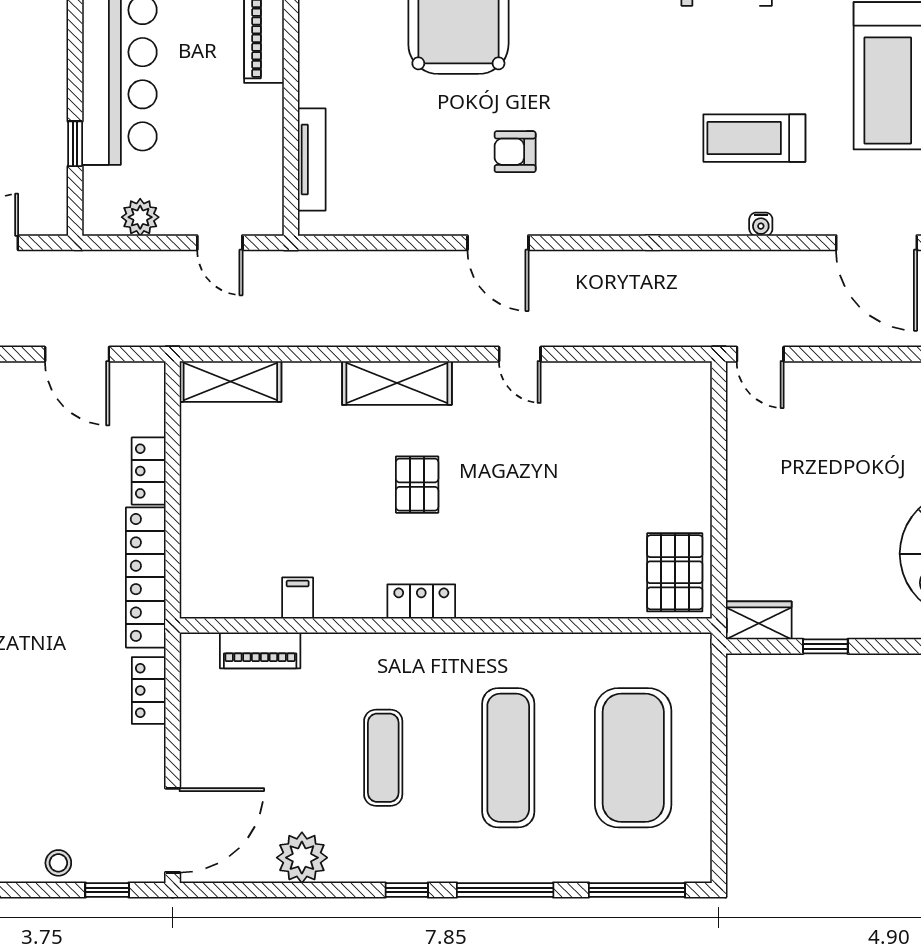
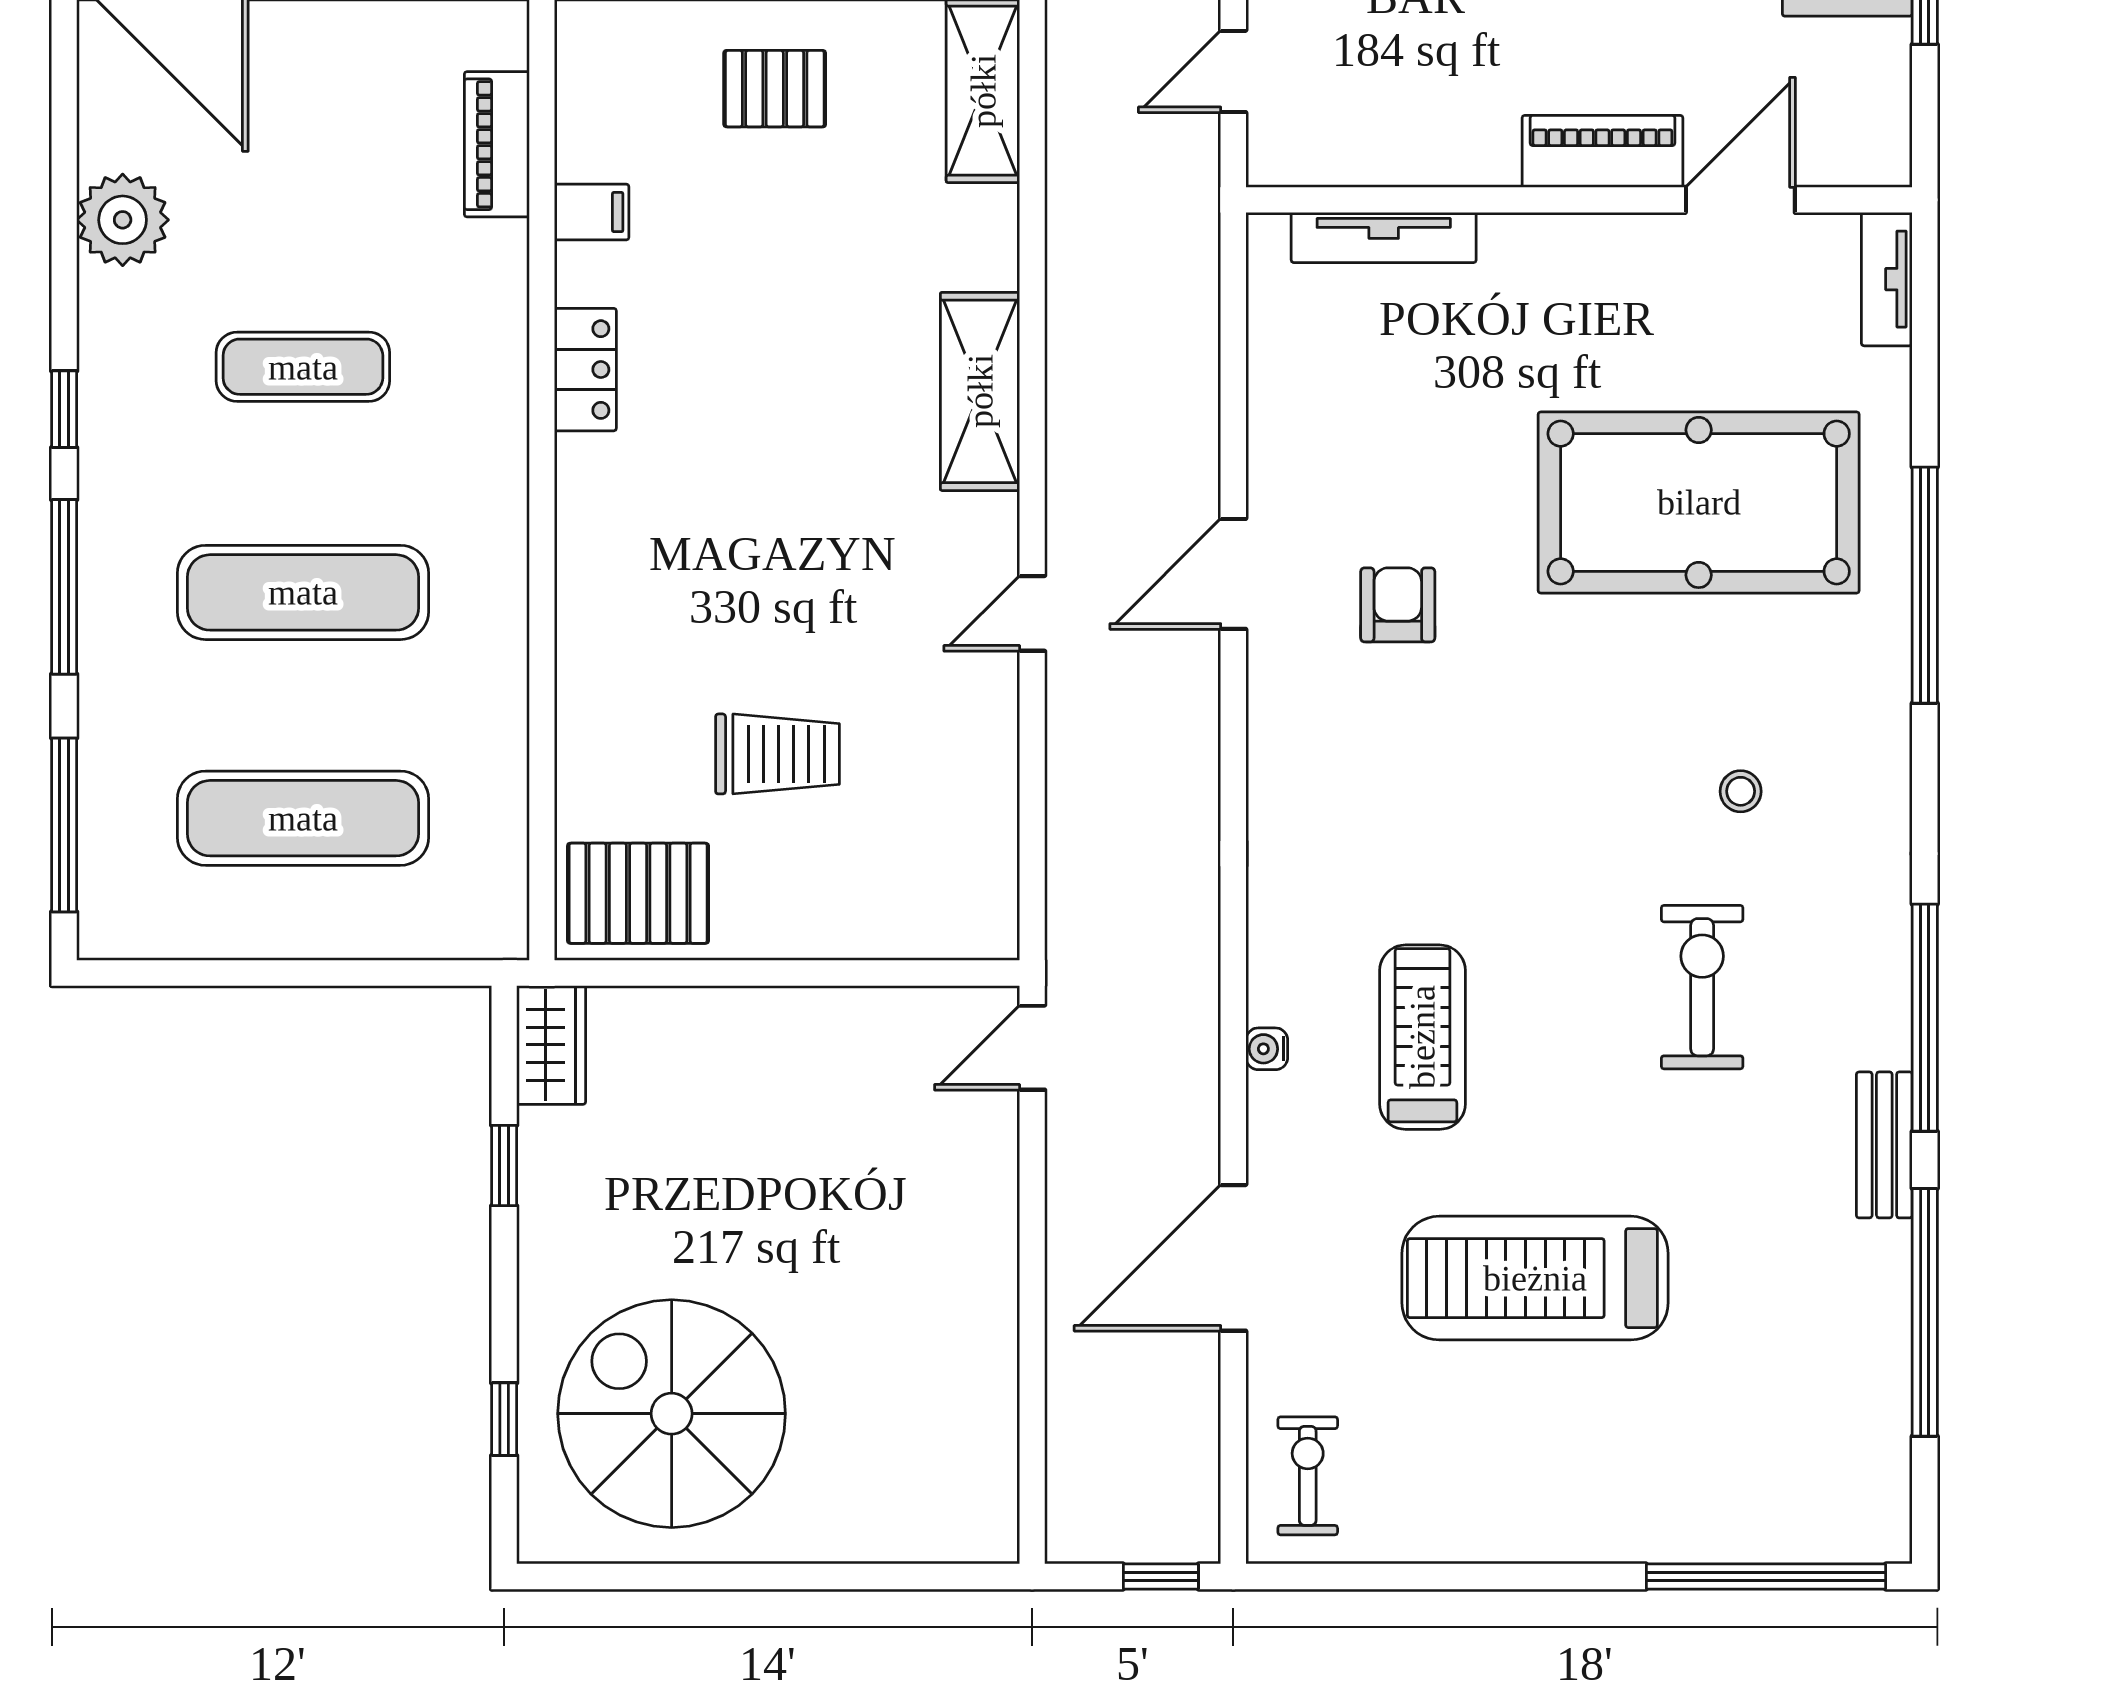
pallet: (417, 485) -> (775, 89), moved
trolley: (598, 495) -> (777, 754), added
locker: (421, 601) -> (585, 370), moved
exercise mat: (633, 758) -> (303, 818), width x0.68

